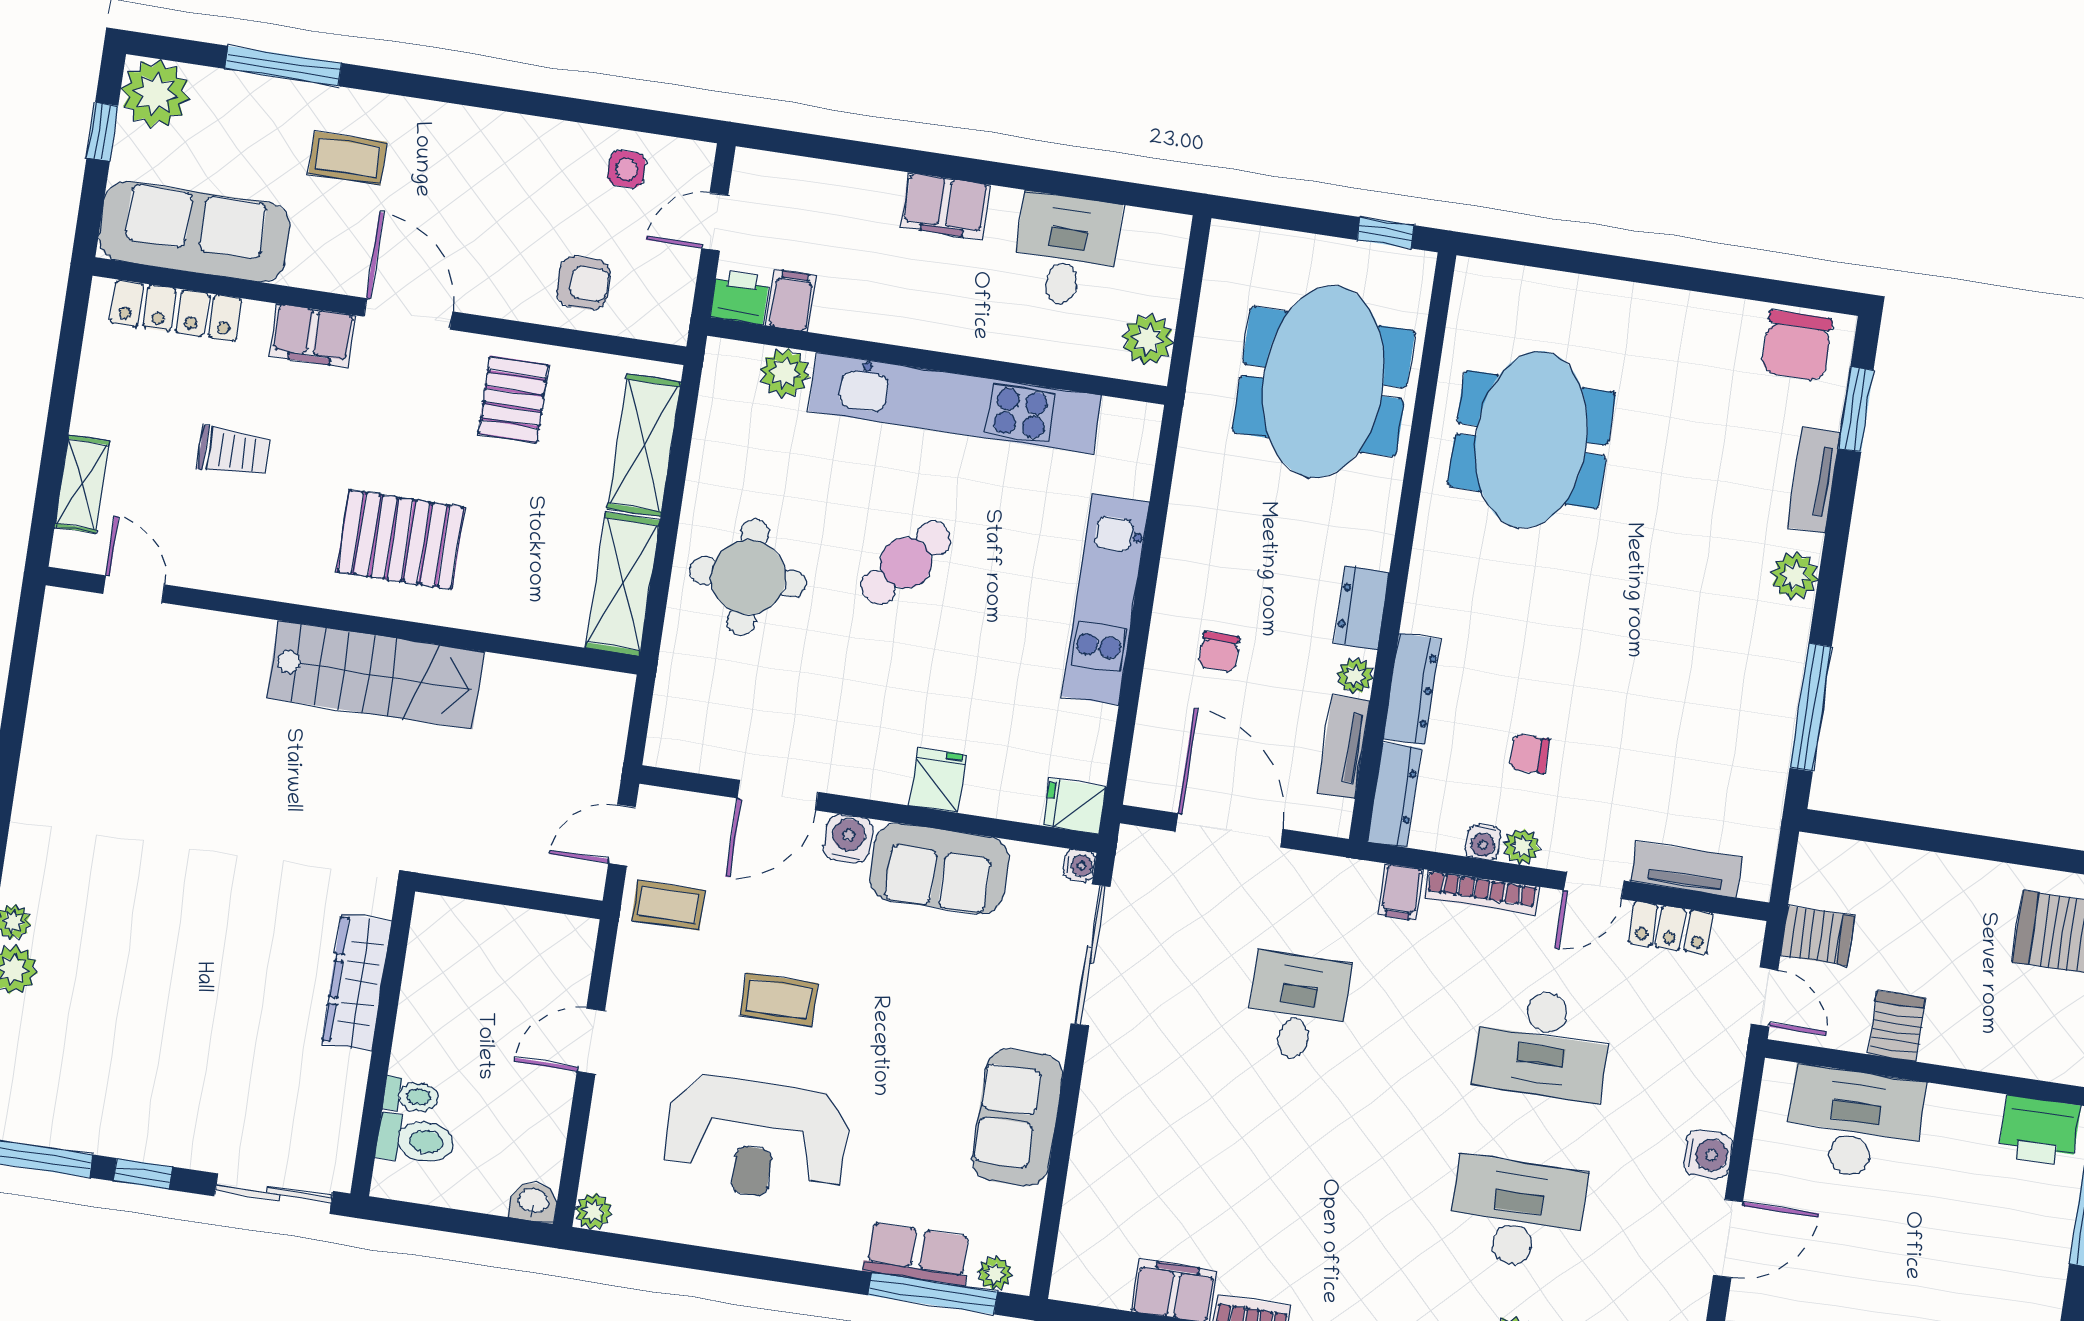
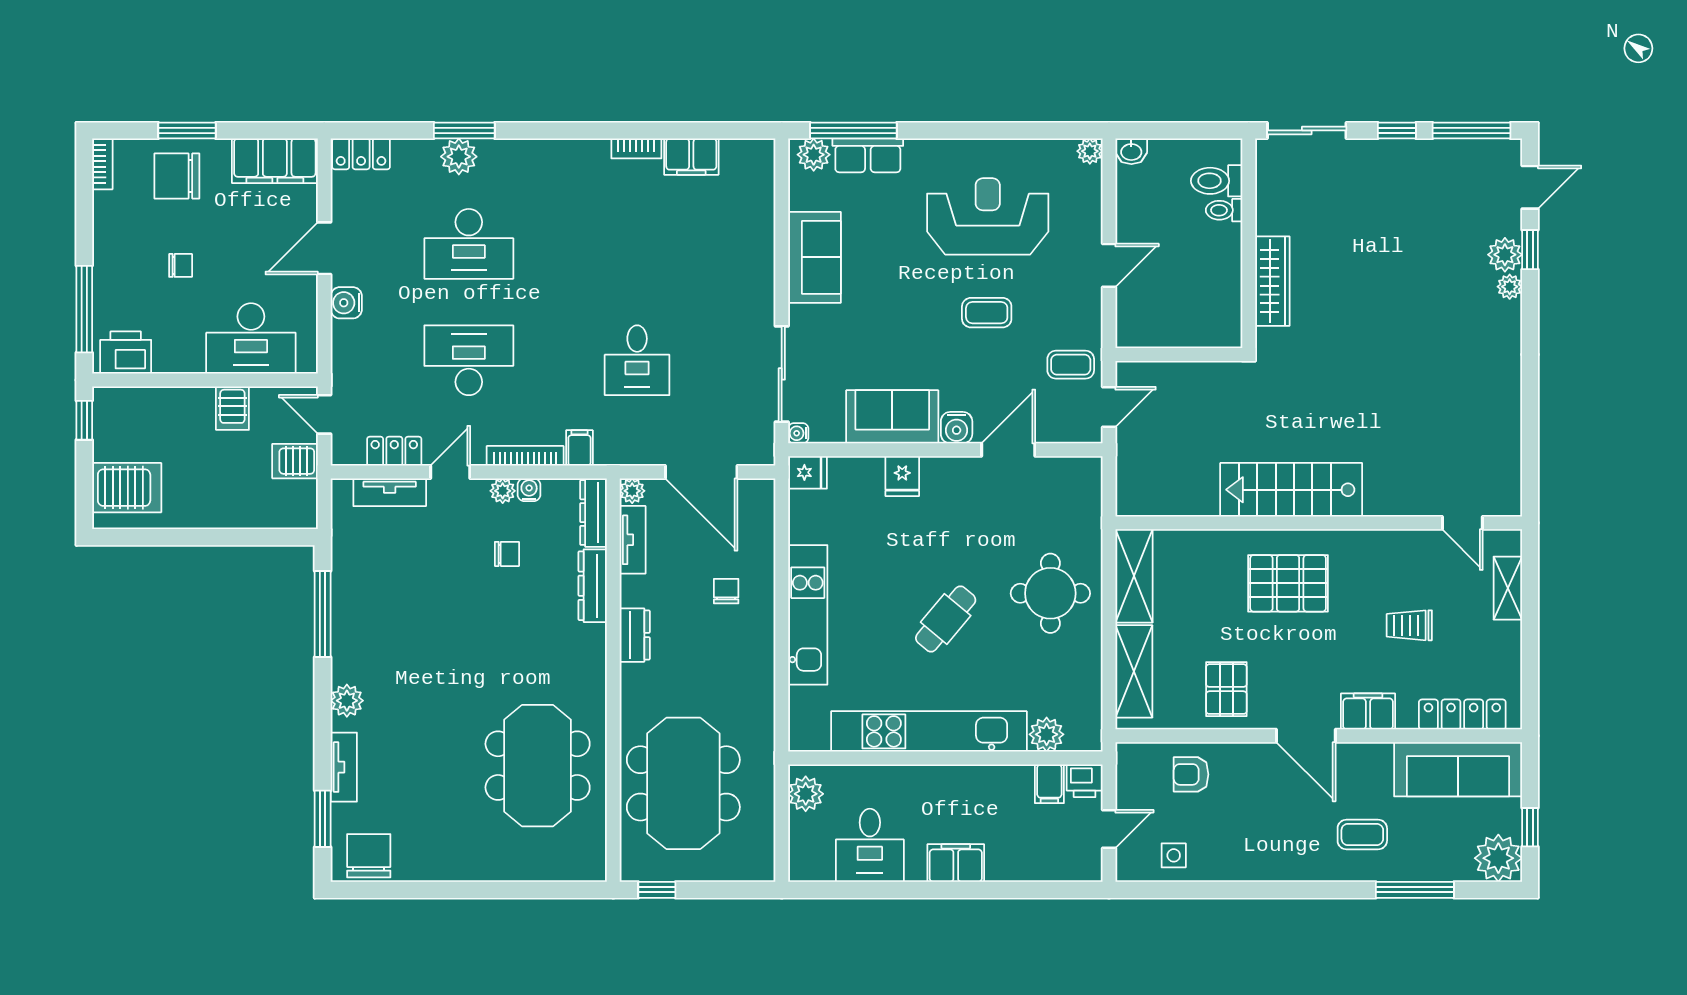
plant: (1355, 676) -> (632, 491), moved
chair: (1941, 1245) -> (181, 265), added
plant: (995, 1273) -> (814, 155), width x1.38, depth x1.38

